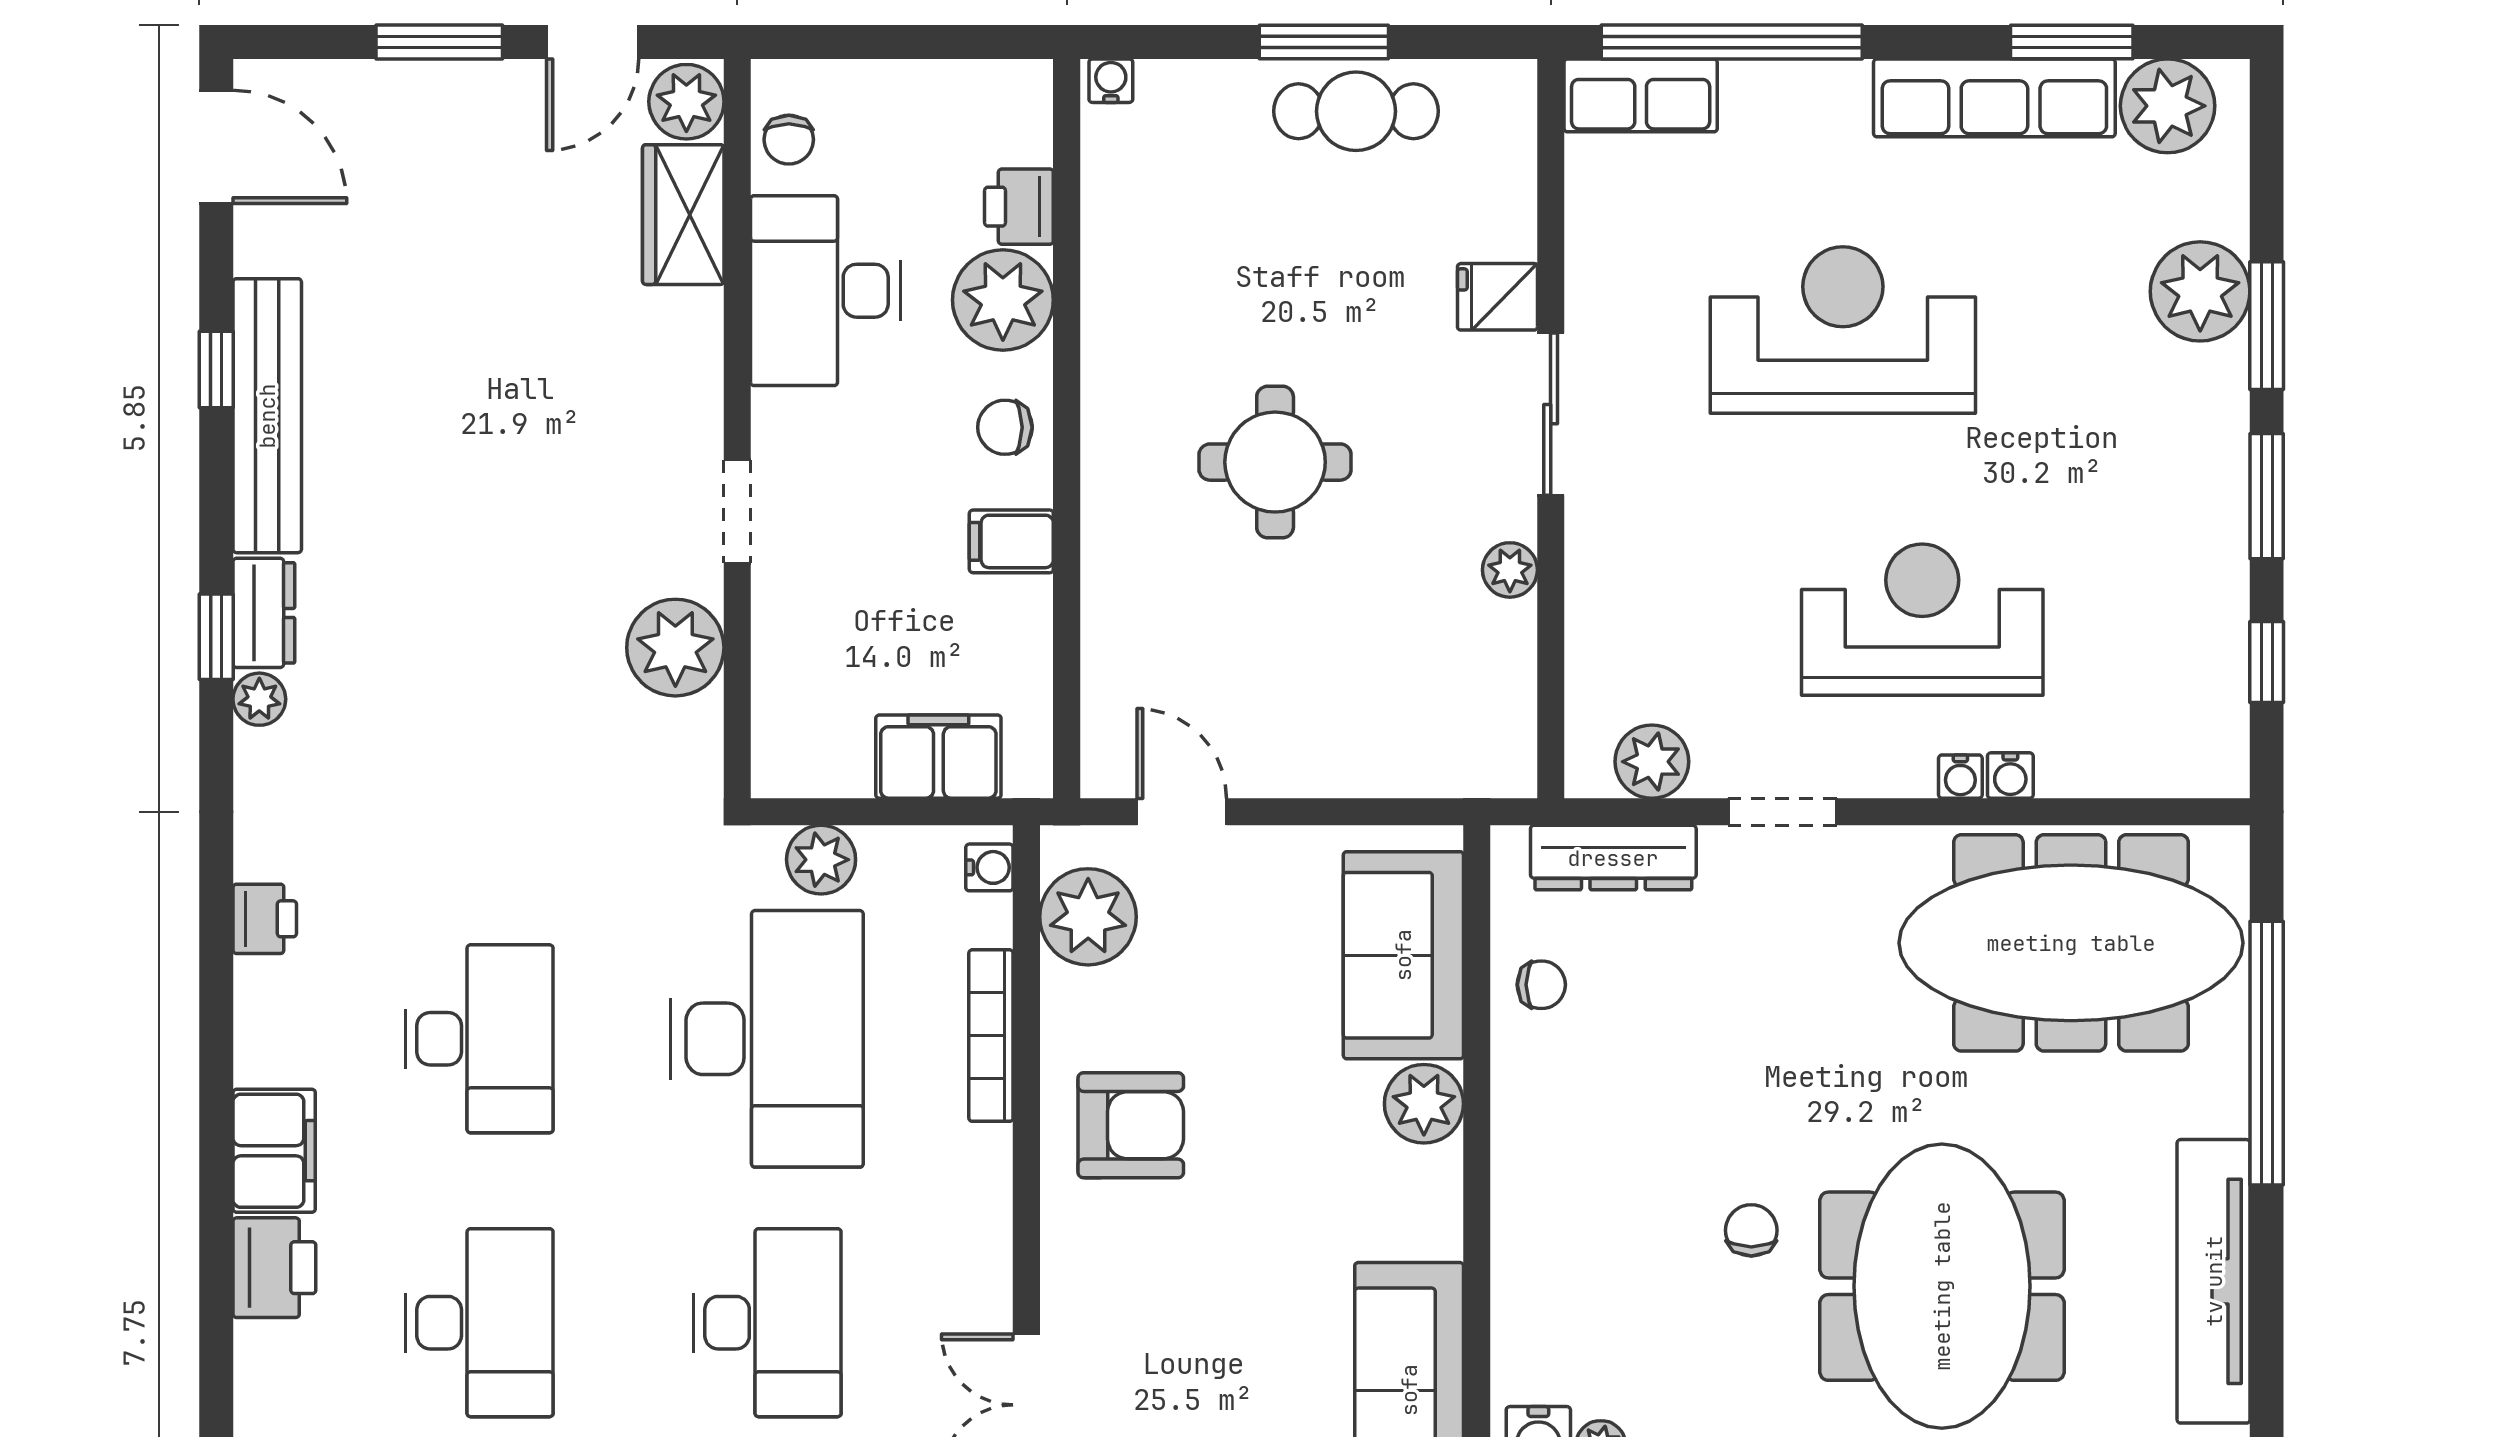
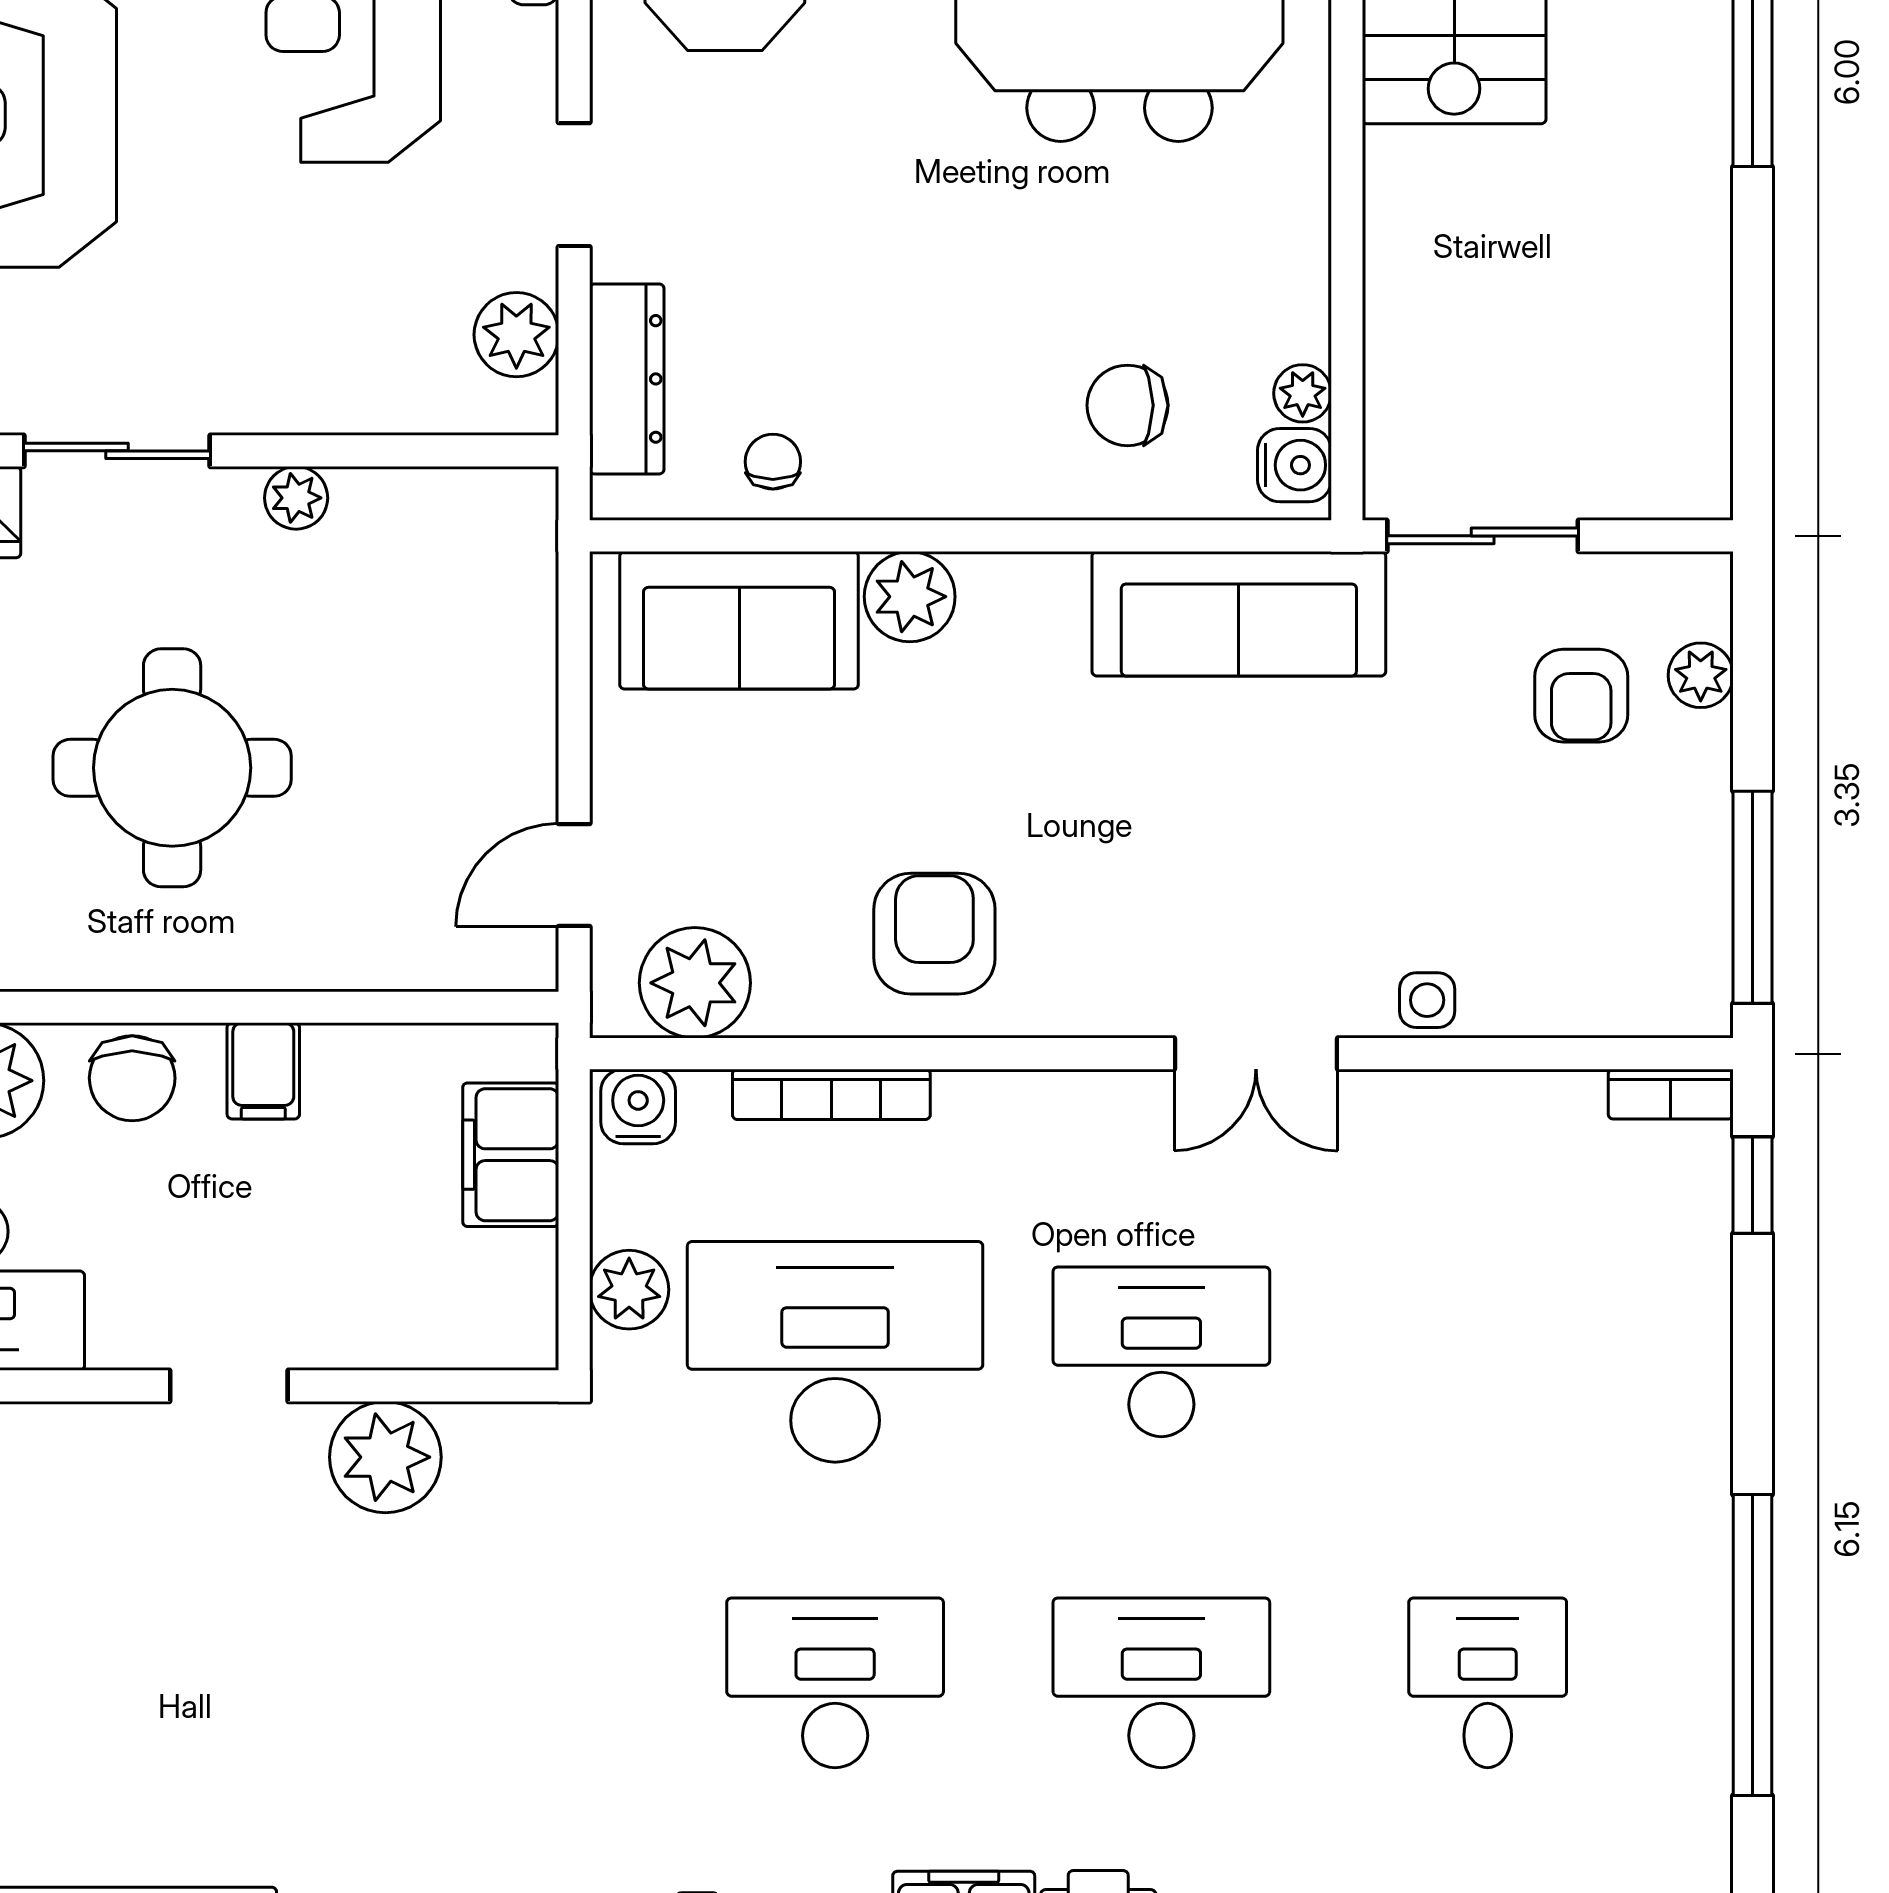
chair: (1005, 427) -> (132, 1078), width x1.37, depth x1.37
round table: (1275, 462) -> (172, 768), width x1.36, depth x1.36
water cooler: (989, 867) -> (638, 1106), width x1.38, depth x1.38
chair: (1751, 1230) -> (1128, 405), moved, width x1.37, depth x1.37

